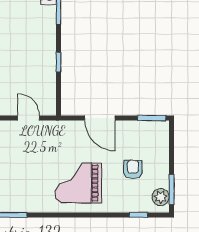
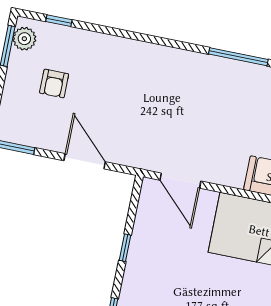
door: (29, 118) -> (180, 181), width x1.38
grand piano: (78, 183) -> (131, 80), removed

